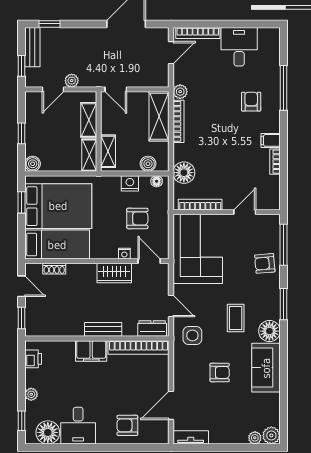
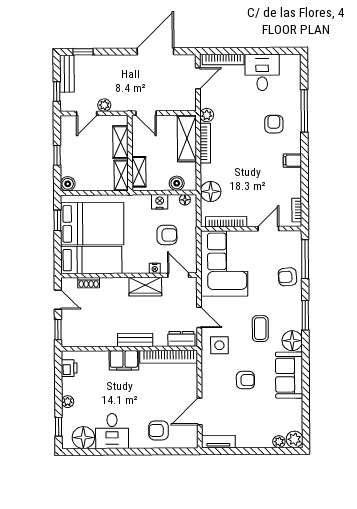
bookcase: (275, 162) -> (297, 210), moved

